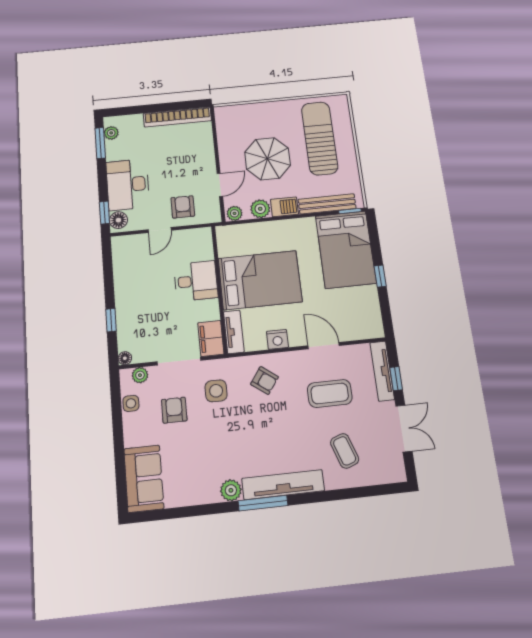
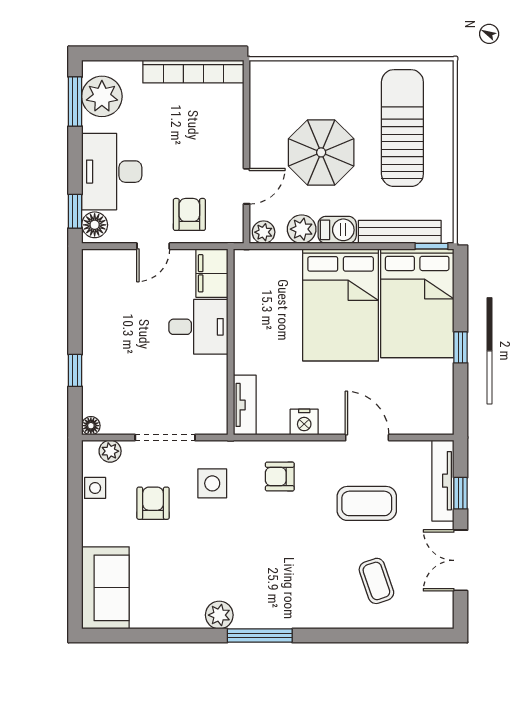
plant: (111, 133) -> (102, 96), width x1.87, depth x1.87
bed: (260, 280) -> (341, 305), moved, turned 90
filing cabinet: (211, 338) -> (212, 273), moved
armchair: (264, 380) -> (280, 477), turned 144
double door: (404, 428) -> (461, 560), swing flipped
tv unit: (283, 485) -> (289, 615), removed

